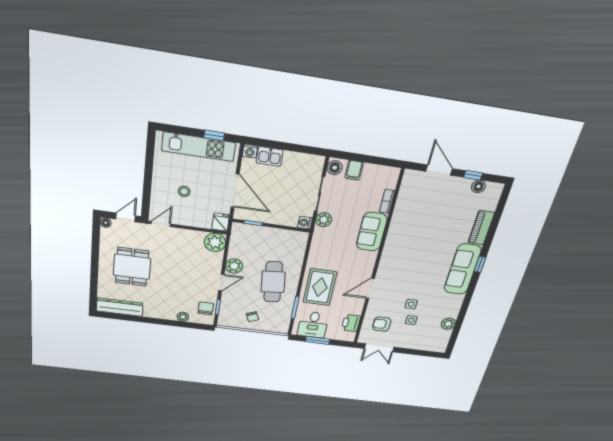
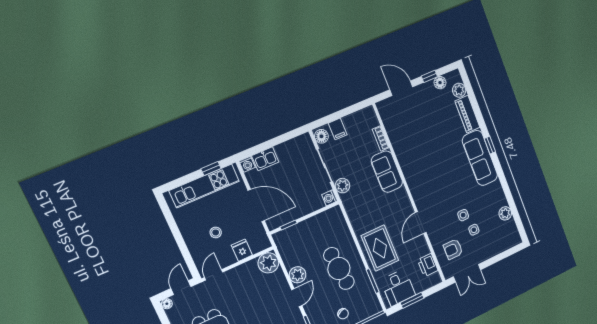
plant: (490, 203) -> (459, 90), added
fridge: (221, 222) -> (242, 250), moved

